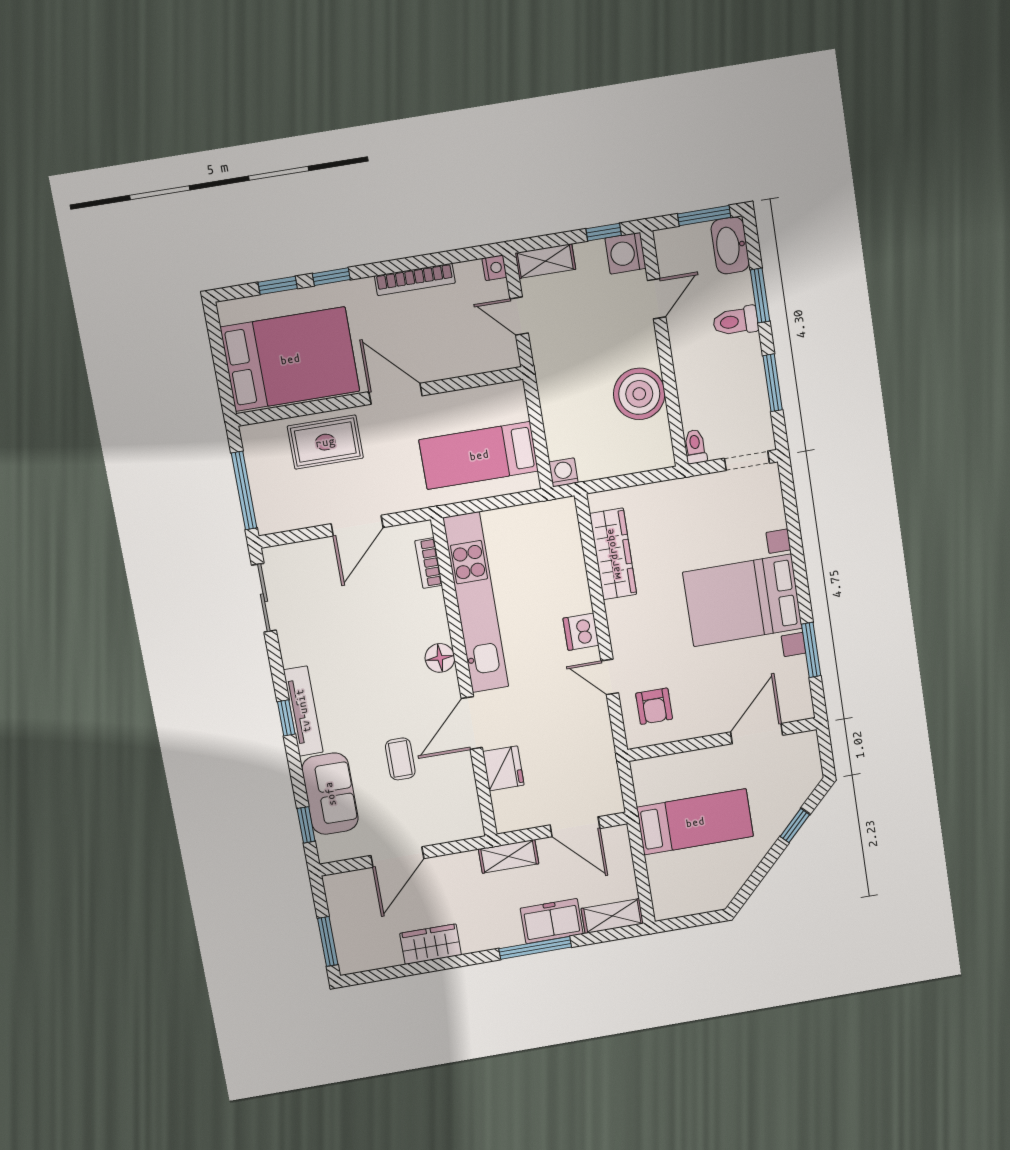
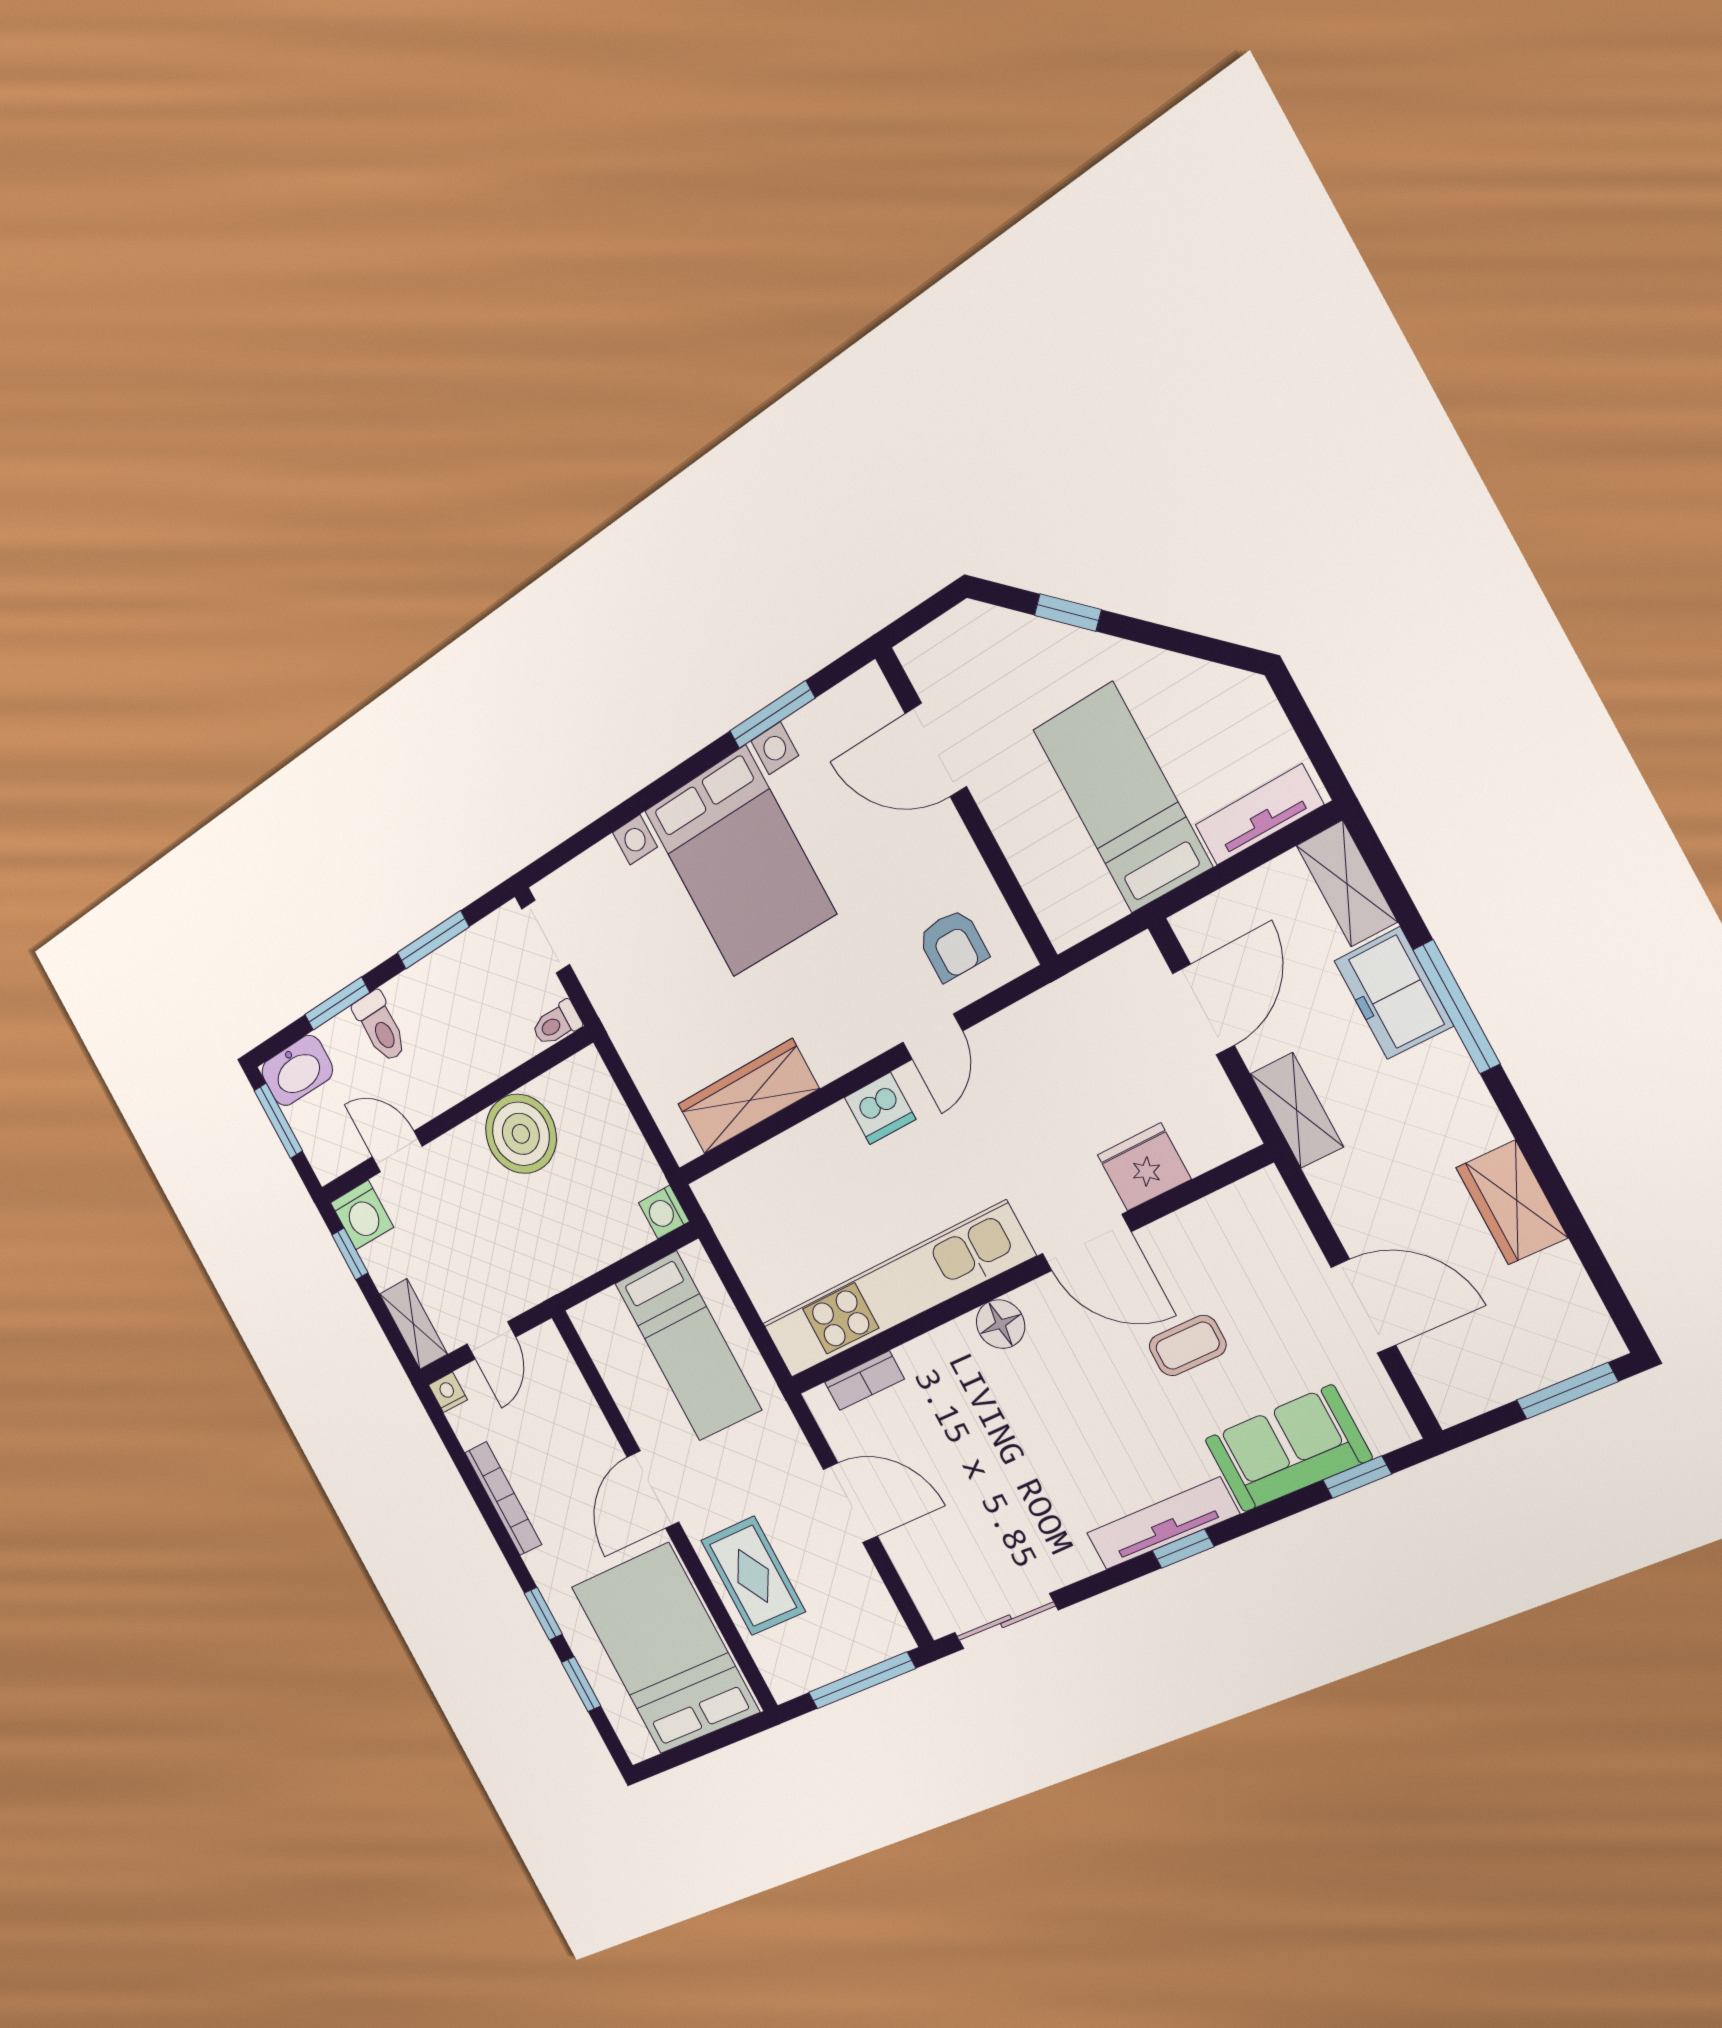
armchair: (654, 706) -> (953, 945), turned 90
tv unit: (661, 886) -> (1259, 815), added

